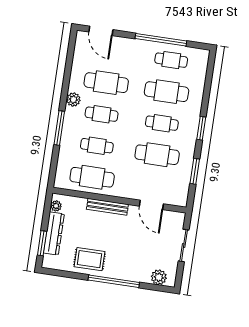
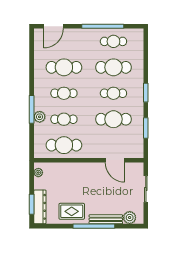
door: (101, 31) -> (53, 26), hinge flipped
plant: (73, 100) -> (40, 117), moved
bench: (107, 207) -> (106, 219), moved
dresser: (54, 234) -> (40, 207), moved

